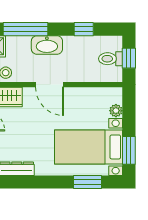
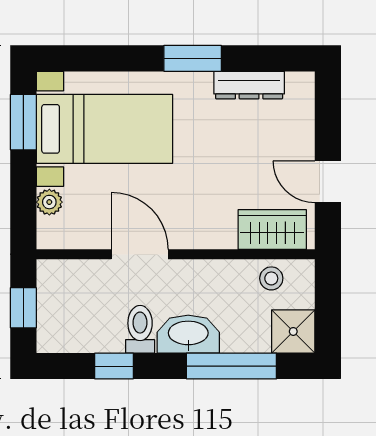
toilet: (111, 59) -> (140, 329), moved, turned -90
door: (50, 85) -> (140, 254), moved
window: (88, 182) -> (193, 58), moved

